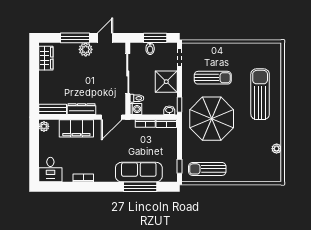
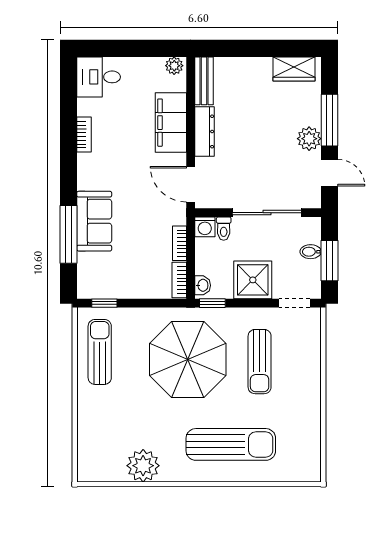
plant: (277, 149) -> (143, 466), width x1.87, depth x1.87
sofa: (139, 172) -> (94, 221), width x0.73

